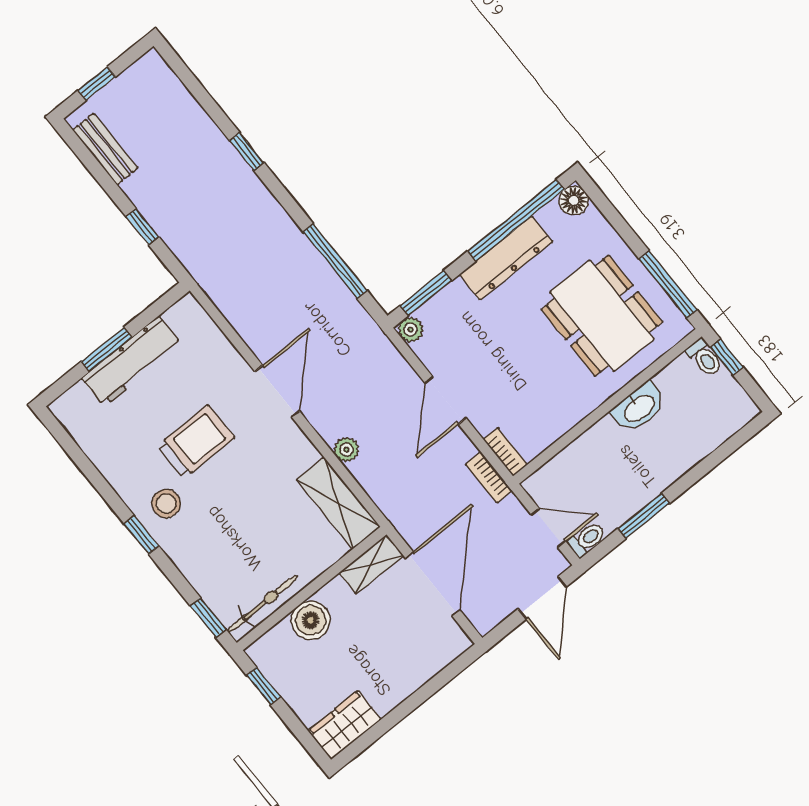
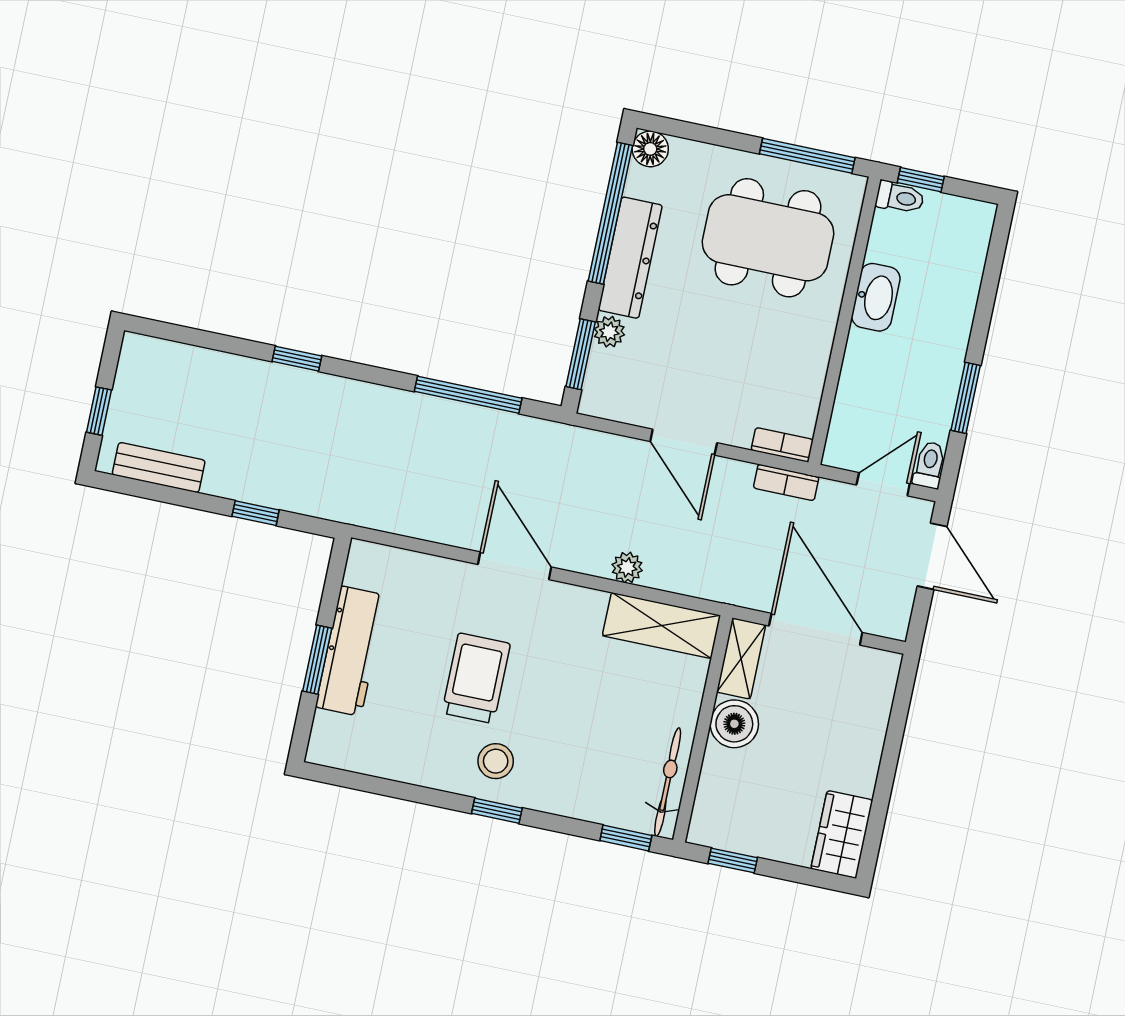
plant: (411, 330) -> (609, 332), moved
boiler: (311, 620) -> (734, 724), moved

